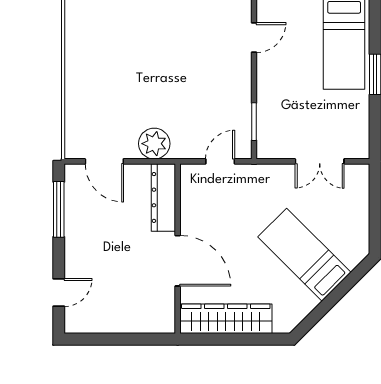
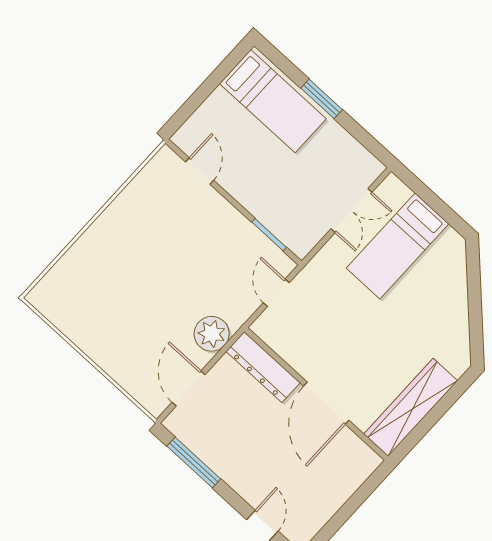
door: (104, 161) -> (189, 388), swing flipped
bed: (304, 255) -> (398, 246), moved, turned -45
door: (178, 261) -> (326, 403), swing flipped

